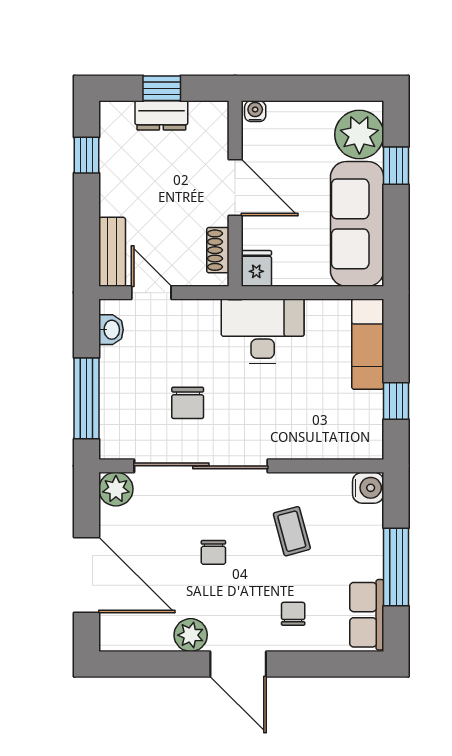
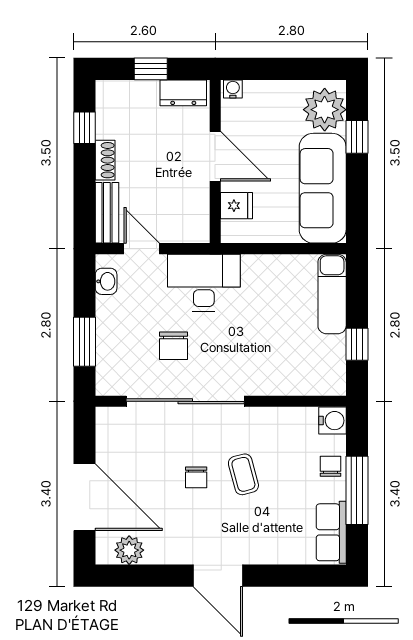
dresser: (161, 115) -> (183, 93), moved
shoe rack: (218, 250) -> (105, 160), moved, turned 180
fridge: (256, 268) -> (237, 206), moved, turned 90
desk: (263, 331) -> (204, 283), moved
window: (87, 398) -> (84, 342), width x0.69
plant: (116, 489) -> (110, 422), removed
coffee table: (292, 531) -> (243, 474), moved
chair: (293, 614) -> (330, 466), moved
plant: (191, 635) -> (129, 550), moved

